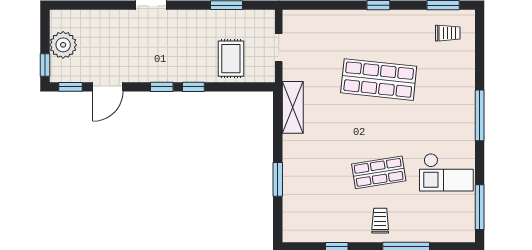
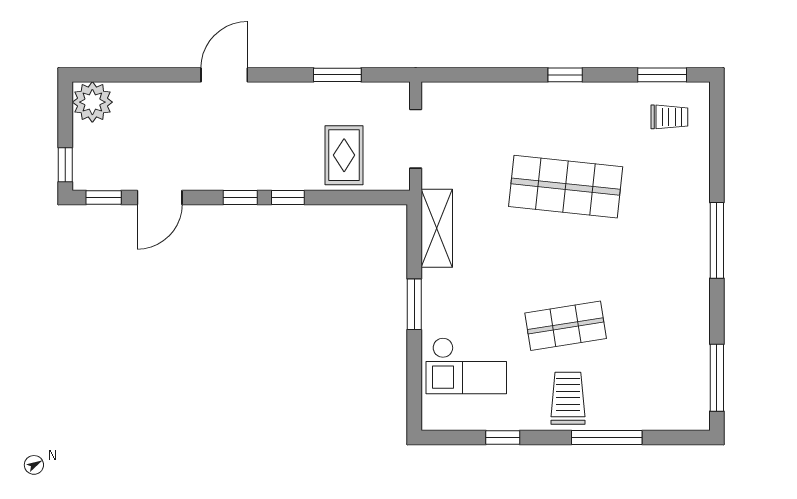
plant: (63, 45) -> (92, 102), moved
doorway: (279, 48) -> (416, 139), width x1.38
checkout: (446, 172) -> (466, 366), moved
window: (278, 179) -> (414, 304), moved
trolley: (380, 221) -> (568, 398), width x1.36, depth x1.39

